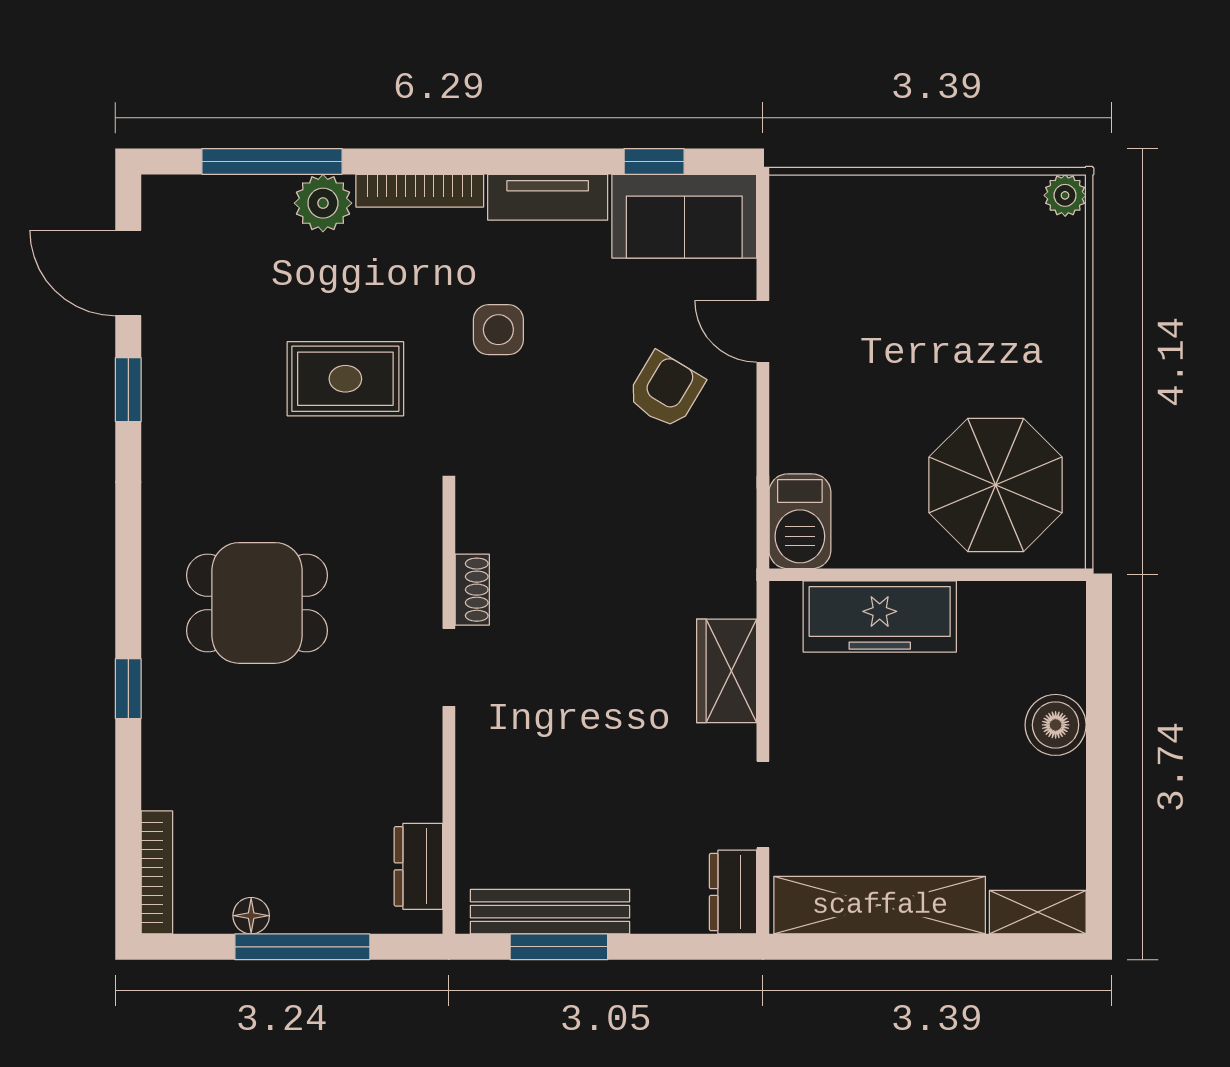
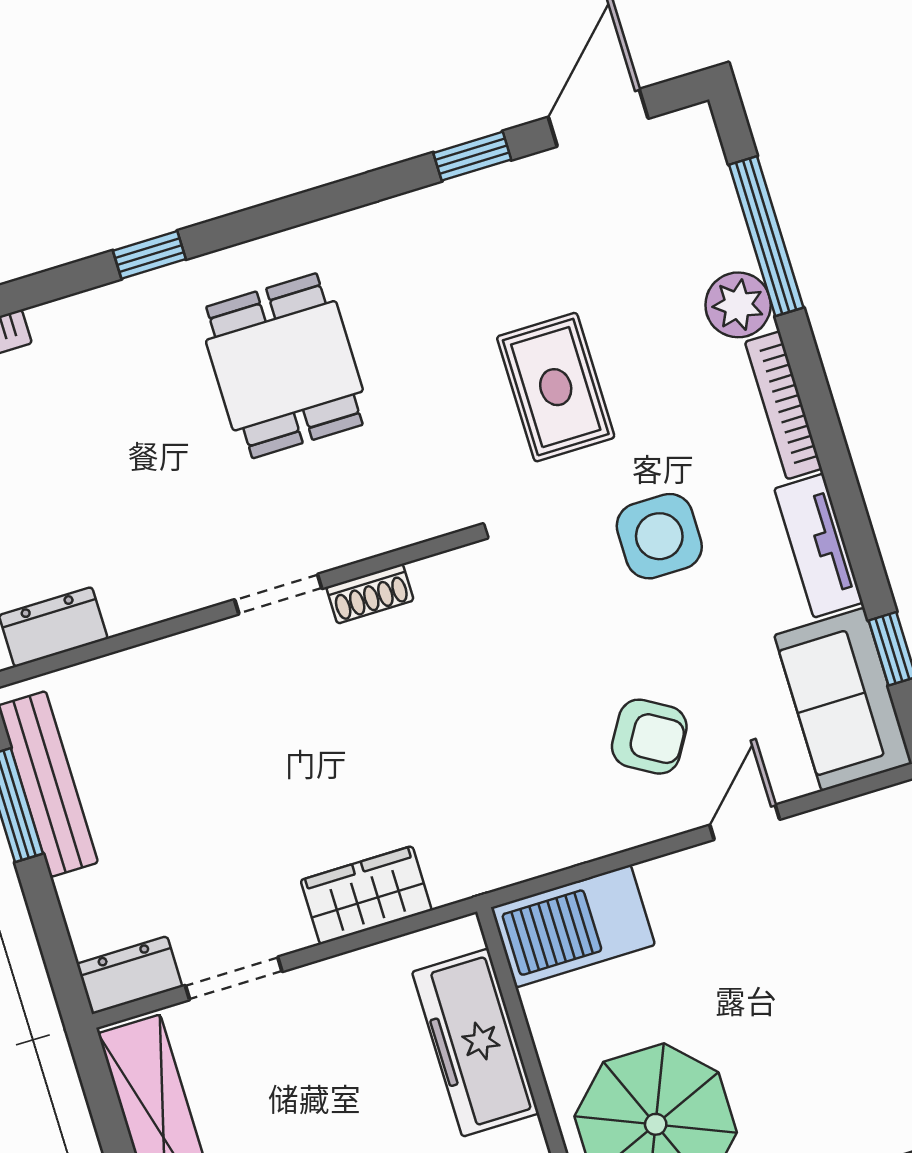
side table: (498, 330) -> (659, 536), width x1.37, depth x1.37
barbecue: (800, 521) -> (573, 926), width x1.37, depth x1.21

